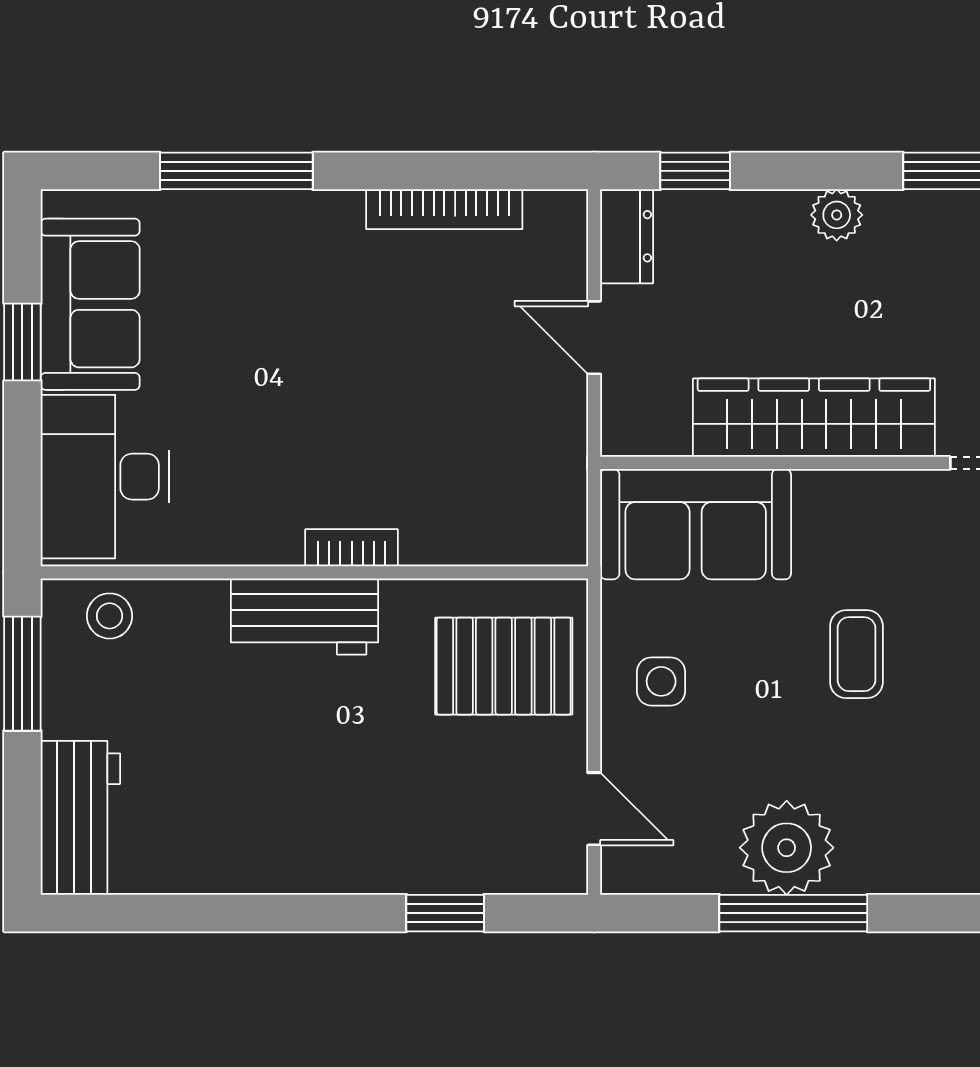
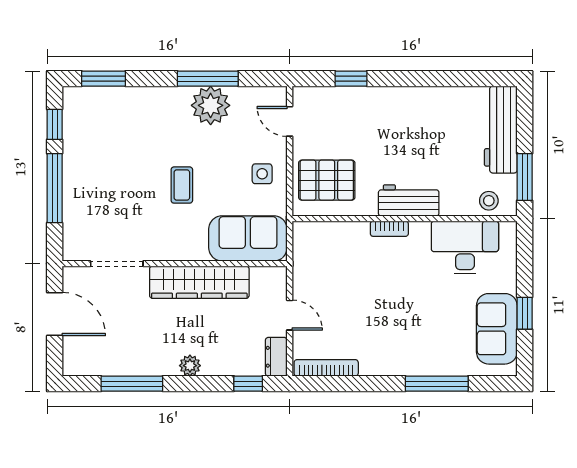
bookcase: (444, 209) -> (326, 368), moved
desk: (105, 477) -> (465, 248), moved, turned -90
workbench: (80, 818) -> (501, 130), width x1.38

